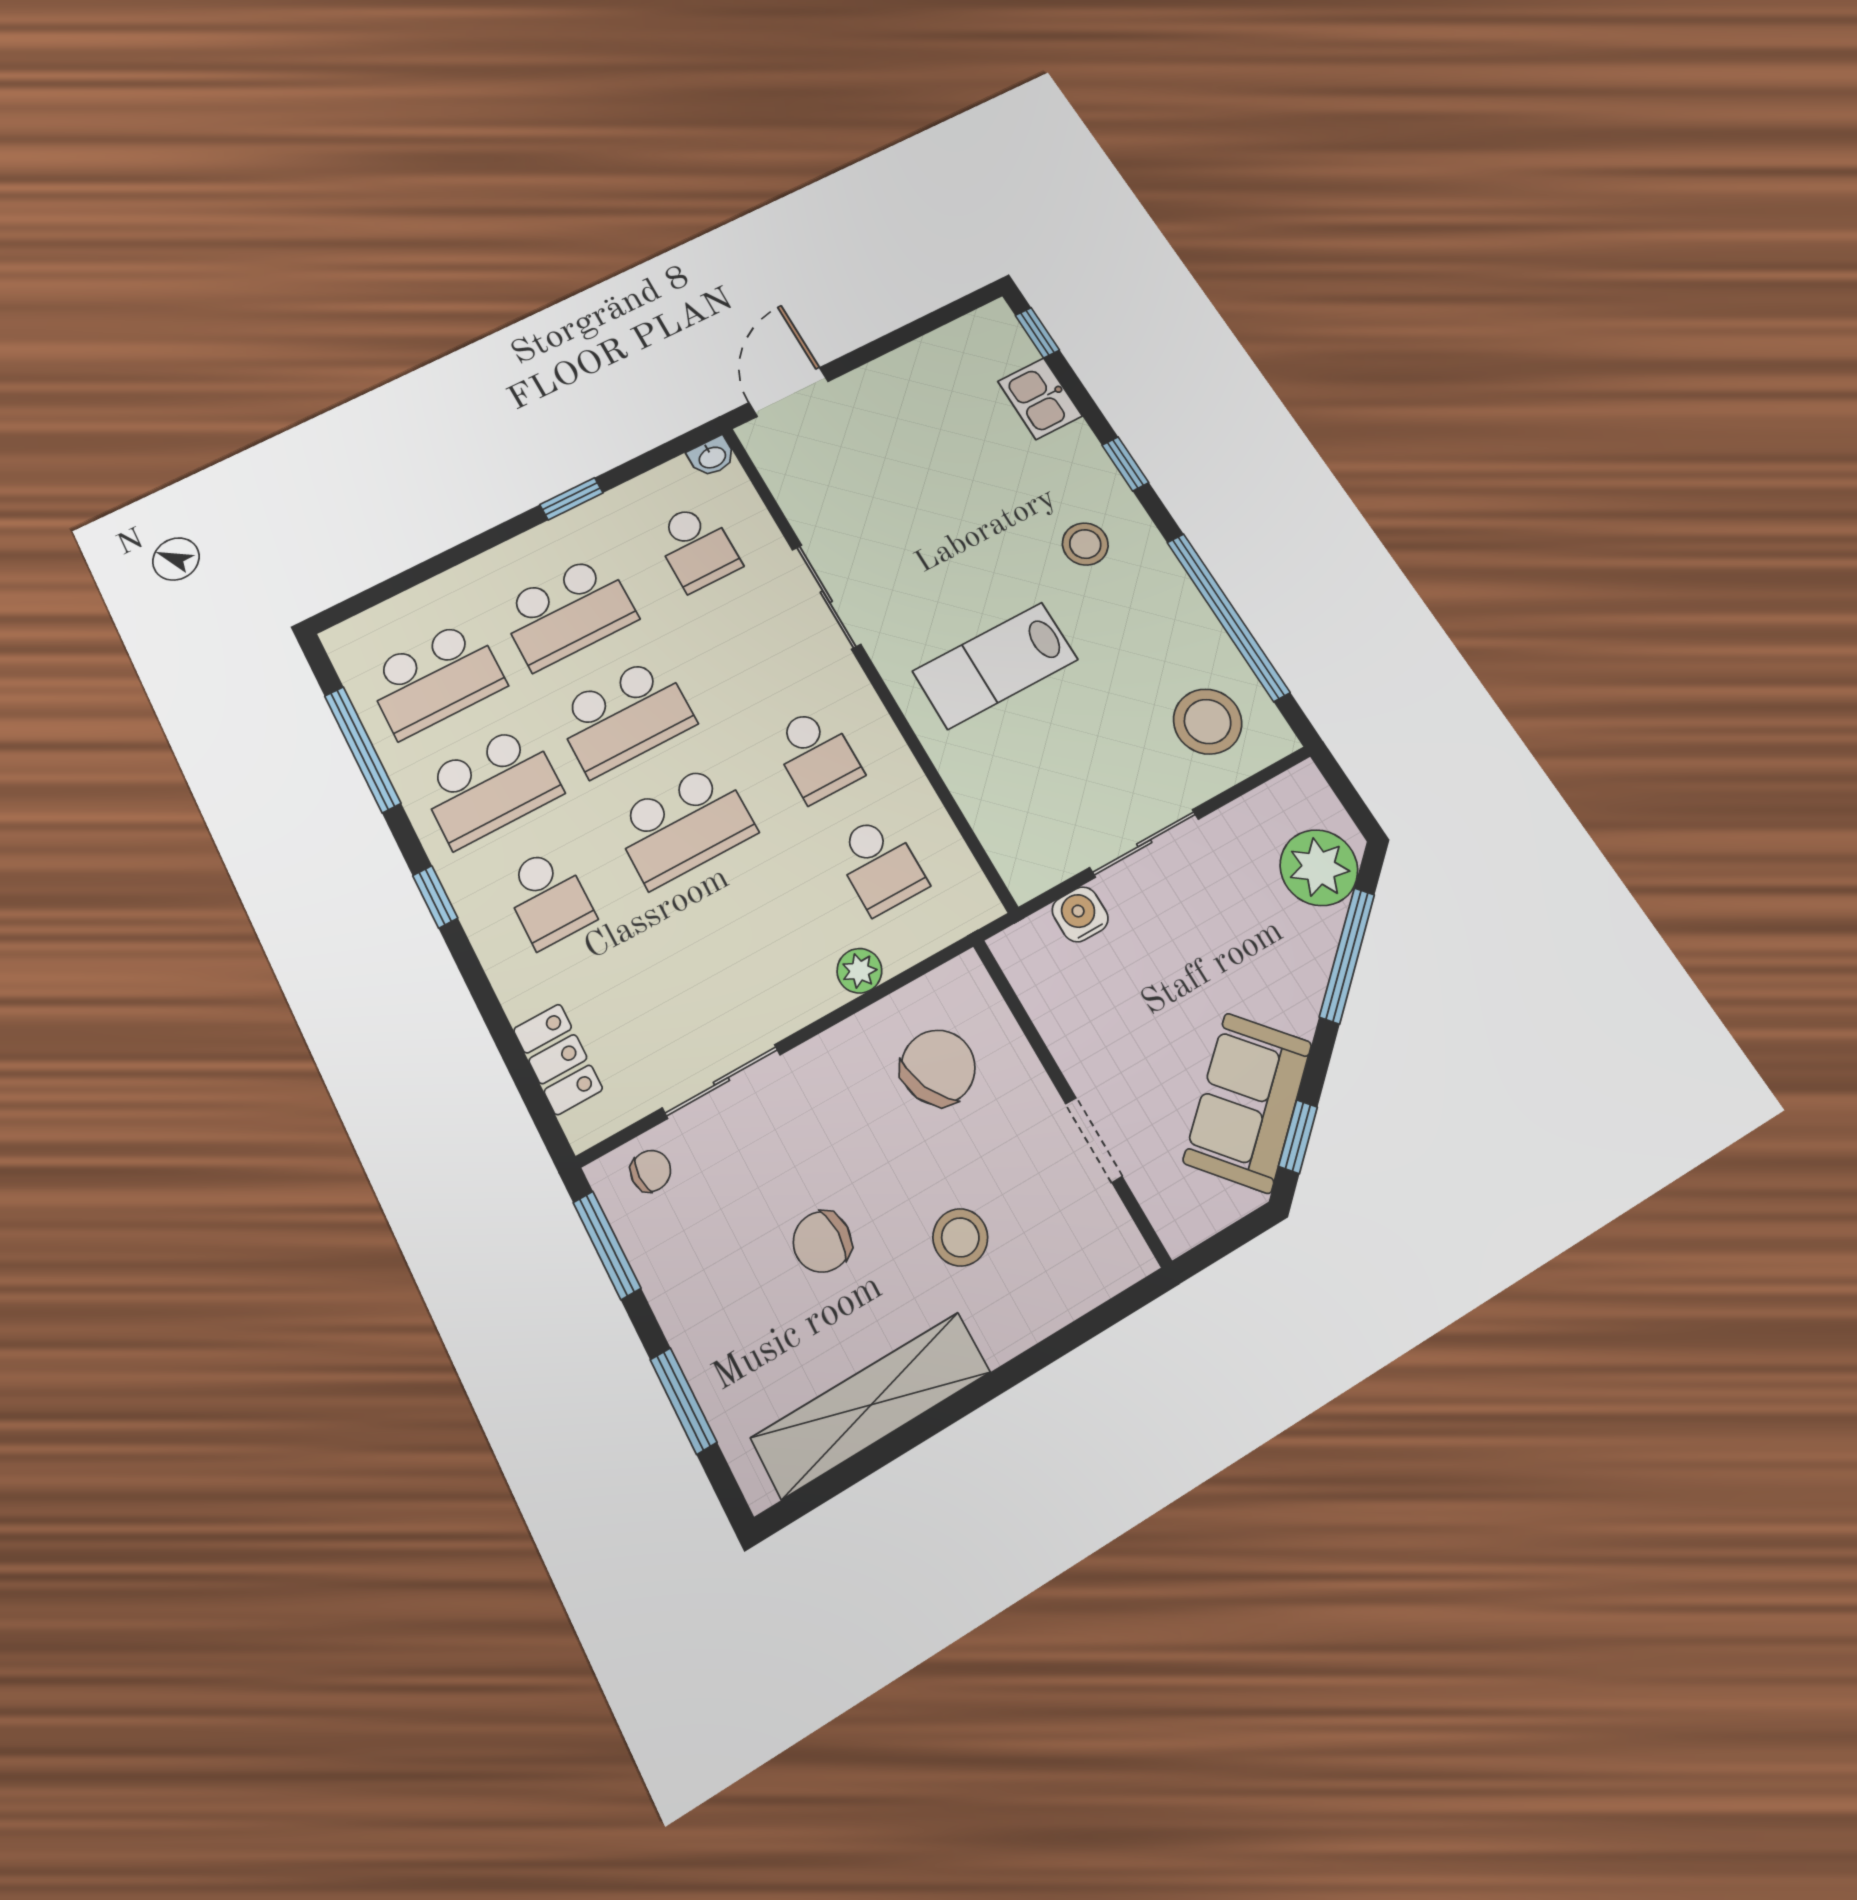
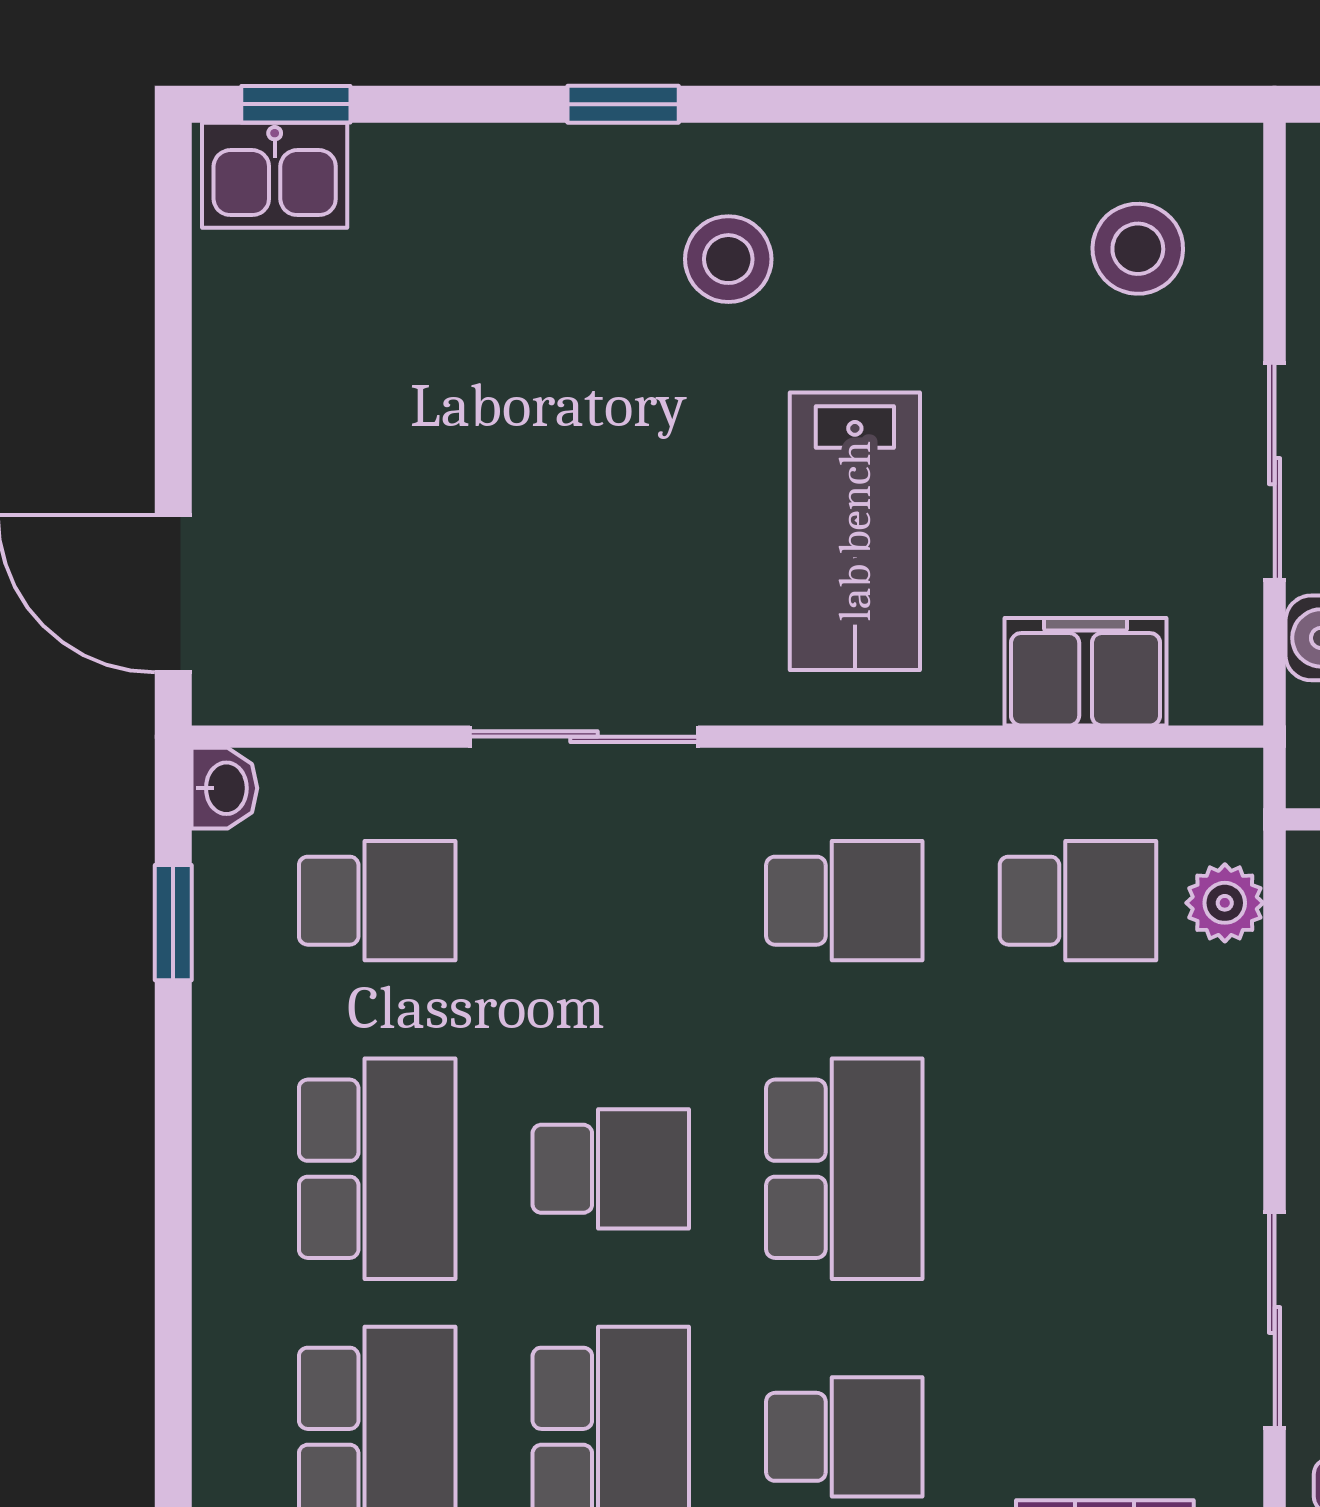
kitchen sink: (1040, 399) -> (275, 175), moved
window: (571, 499) -> (173, 923), moved
window: (1228, 617) -> (983, 104), removed
school desk: (625, 716) -> (611, 1169), width x0.54
stool: (1208, 722) -> (1138, 249), width x0.73, depth x0.73
filing cabinet: (993, 807) -> (1086, 672), added
plant: (859, 971) -> (1225, 903), moved

